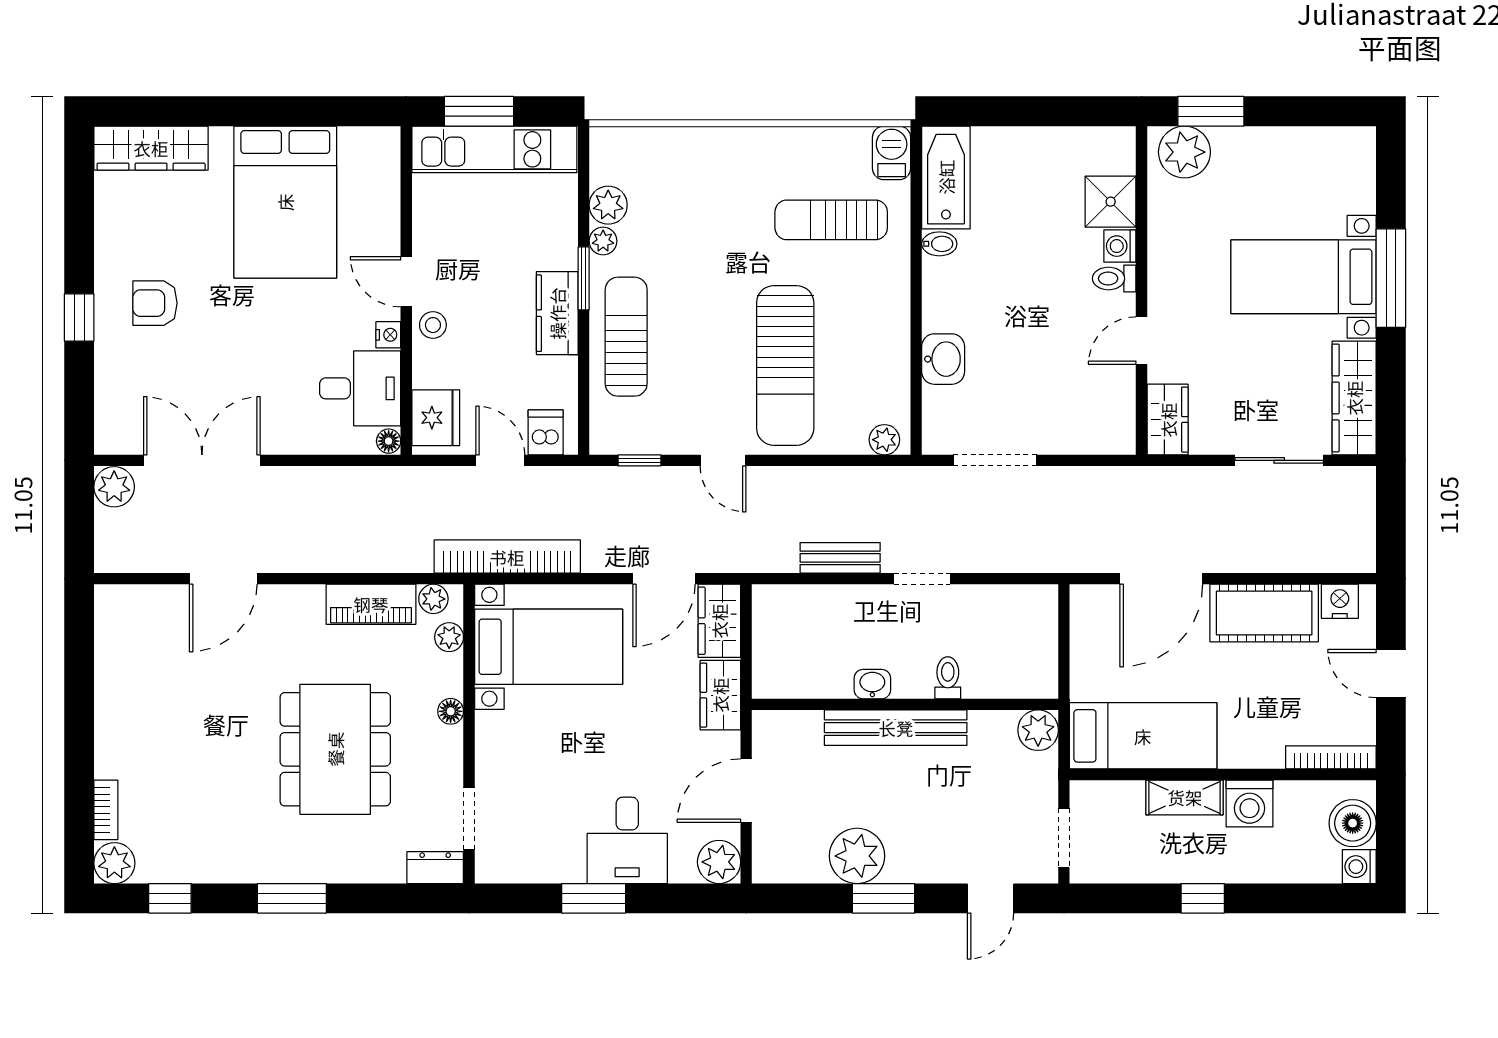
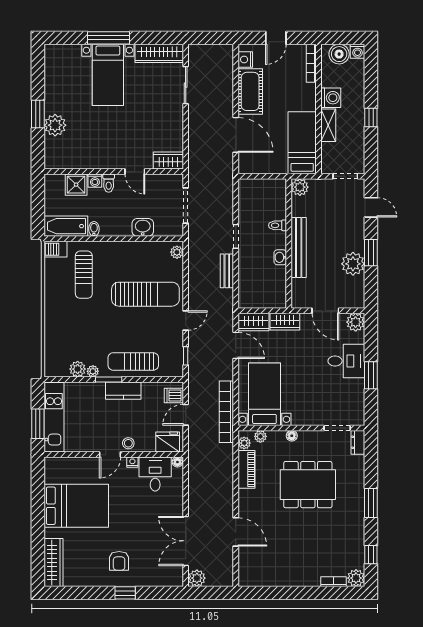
shower: (1111, 202) -> (76, 185), moved
washing machine: (1120, 246) -> (95, 181), moved
toilet: (1114, 279) -> (109, 183), moved
wall: (1142, 290) -> (114, 172), moved
door: (1142, 341) -> (135, 172), moved
wardrobe: (1168, 420) -> (168, 160), moved

